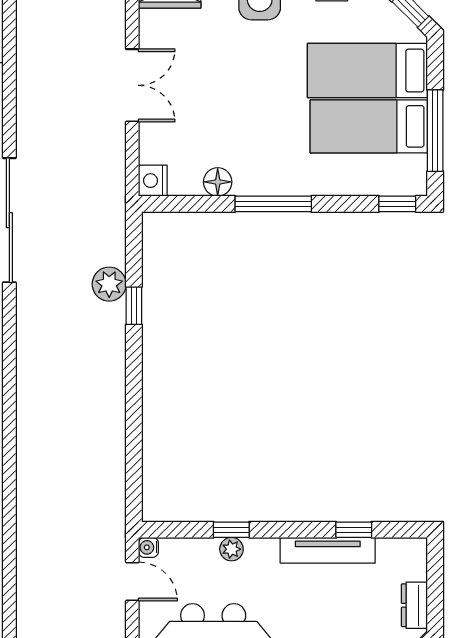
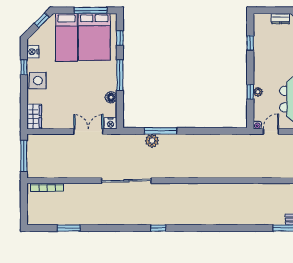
double door: (132, 85) -> (88, 131), moved
bed: (369, 126) -> (94, 37), width x1.50
window: (397, 204) -> (120, 38), moved
window: (134, 306) -> (161, 131), width x2.17
tv unit: (328, 550) -> (258, 53), removed

